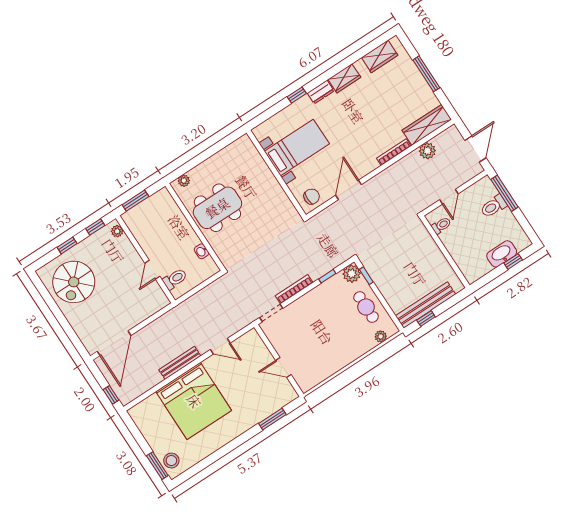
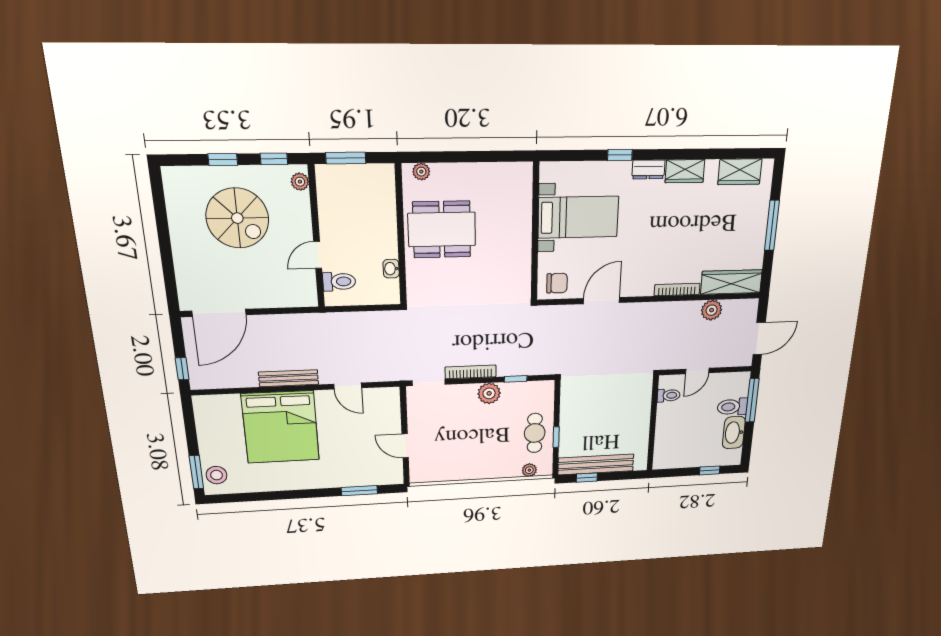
washbasin: (502, 254) -> (734, 432), moved, turned -90
plant: (352, 274) -> (489, 393), moved
window: (366, 276) -> (556, 437), moved
spiral stairs: (74, 282) -> (237, 218), moved, turned -90

